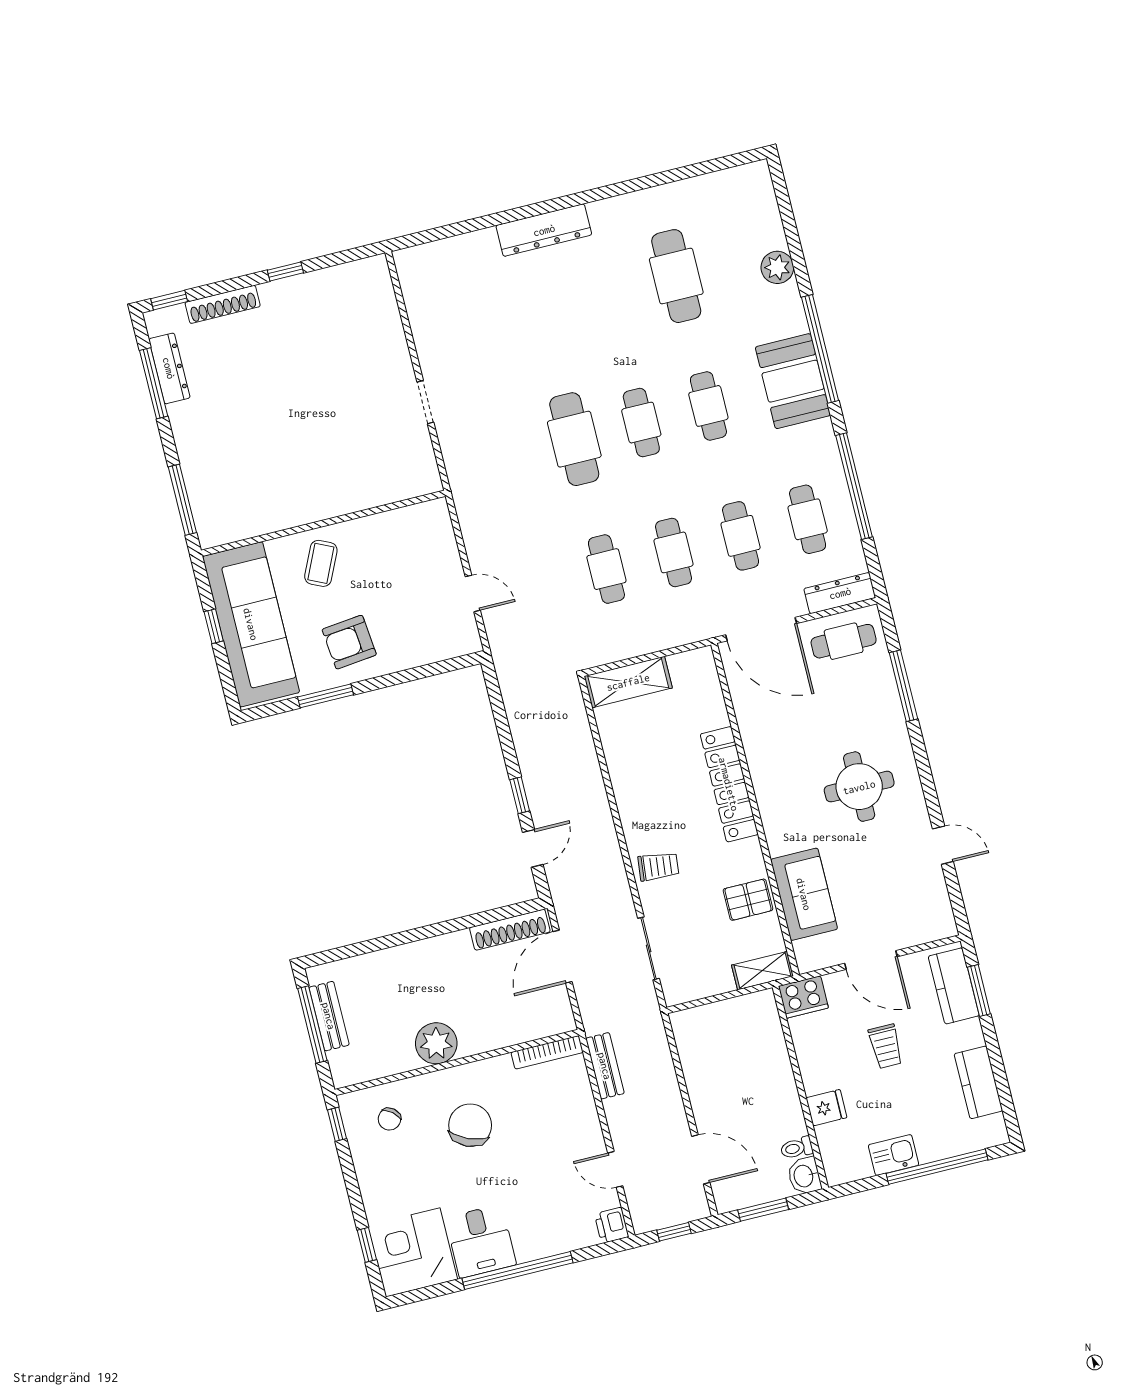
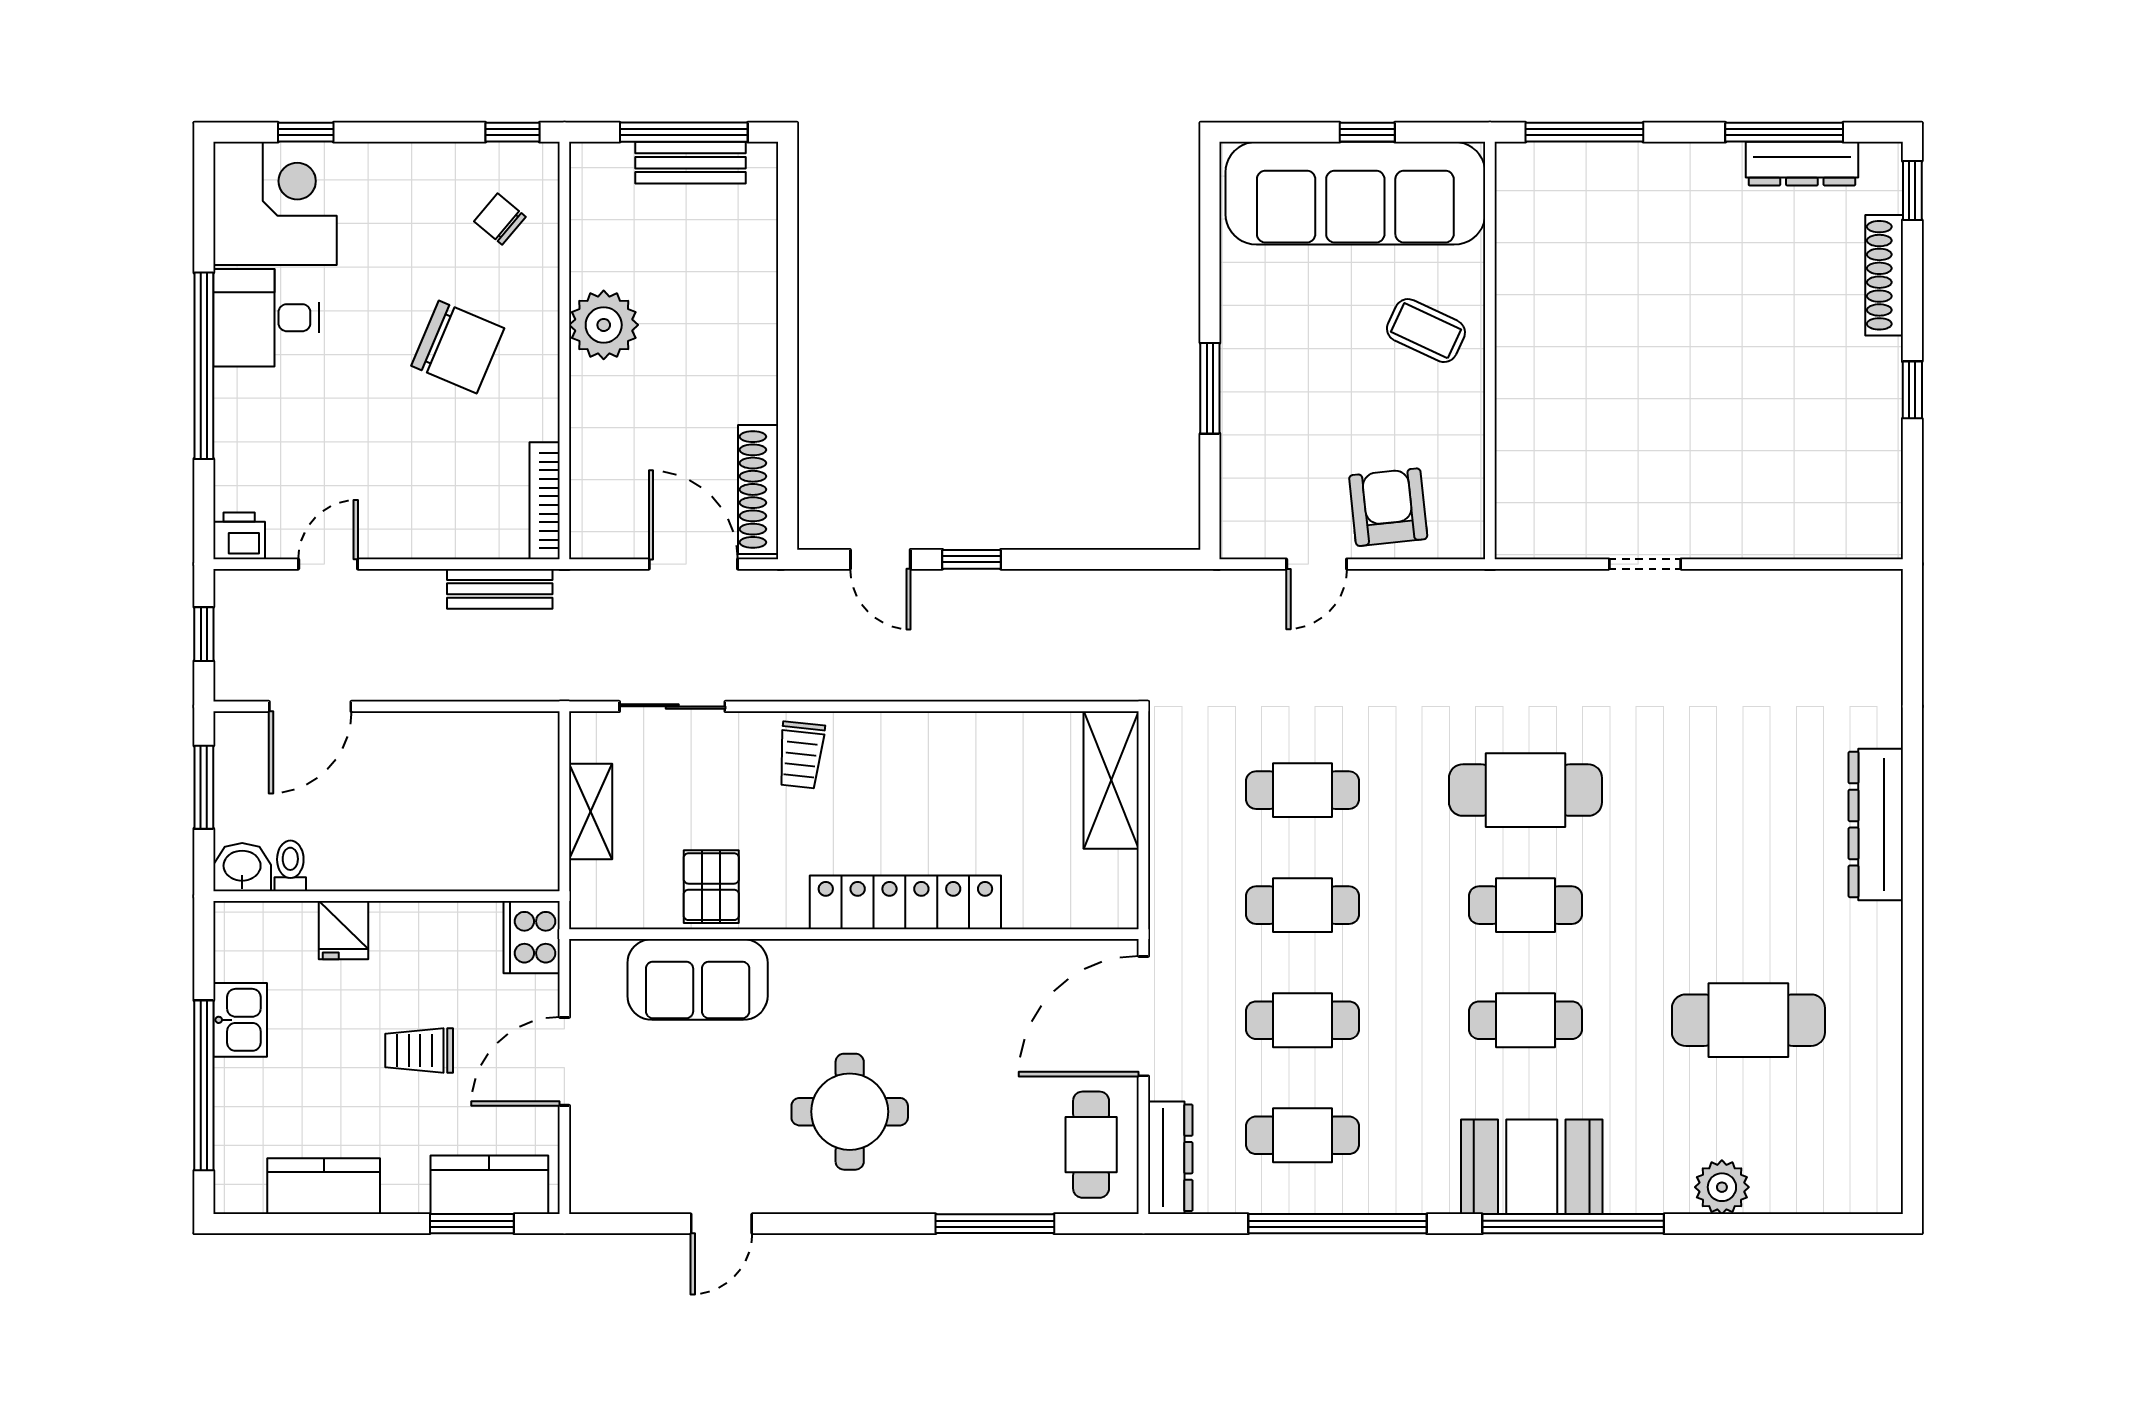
armchair: (349, 642) -> (1388, 507), moved
window: (325, 696) -> (1210, 388), moved
shelving: (762, 971) -> (591, 812), moved

